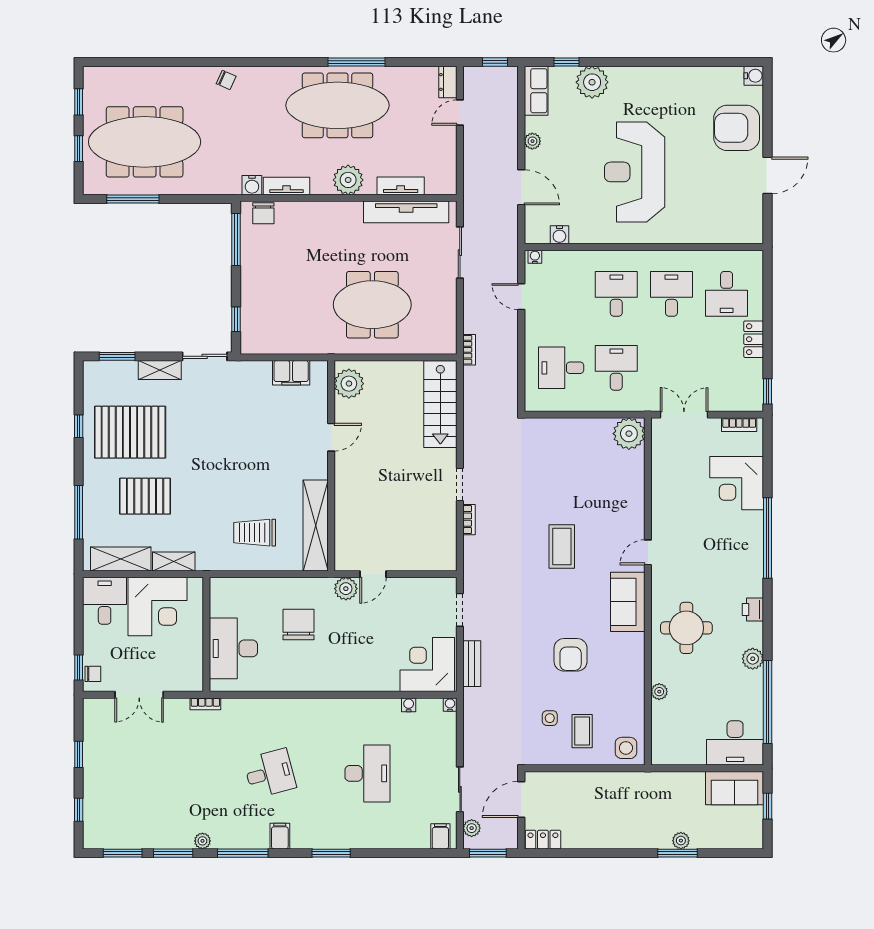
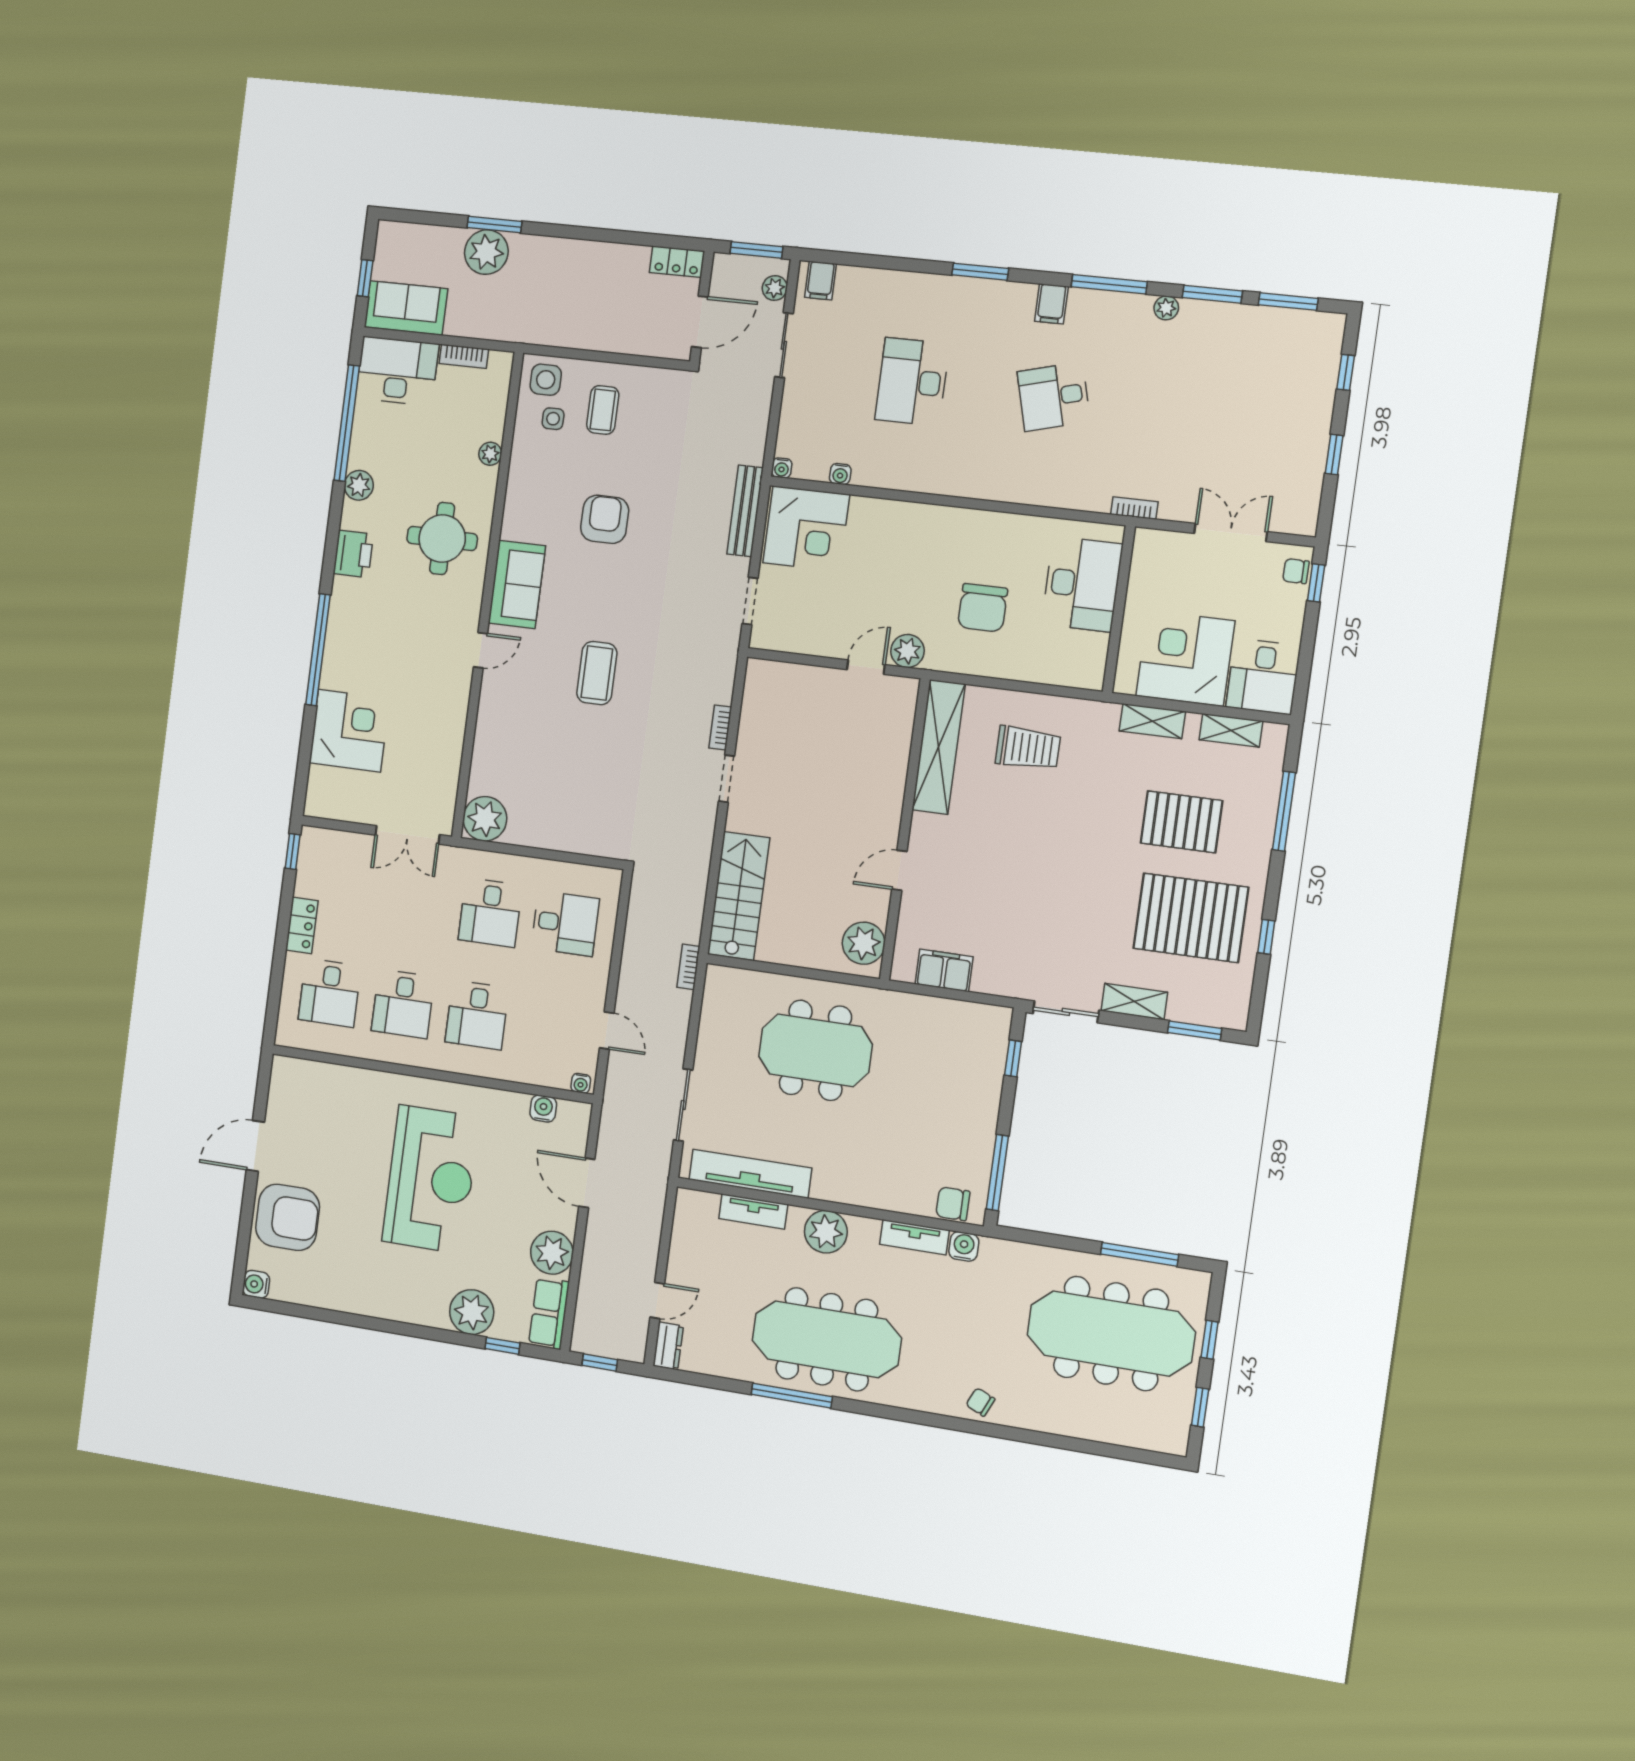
plant: (532, 141) -> (552, 1253), width x1.88, depth x1.88
chair: (263, 213) -> (953, 1204), turned -90
desk: (727, 294) -> (330, 993), turned 180
bookcase: (739, 425) -> (464, 356), moved, turned 180
shelving: (121, 559) -> (1231, 730), width x0.67, depth x0.75
printer: (753, 609) -> (353, 554), width x1.36, depth x1.24
bench: (472, 664) -> (745, 511), width x1.36
side table: (550, 718) -> (553, 419), moved
plant: (681, 841) -> (486, 252), width x1.87, depth x1.87

